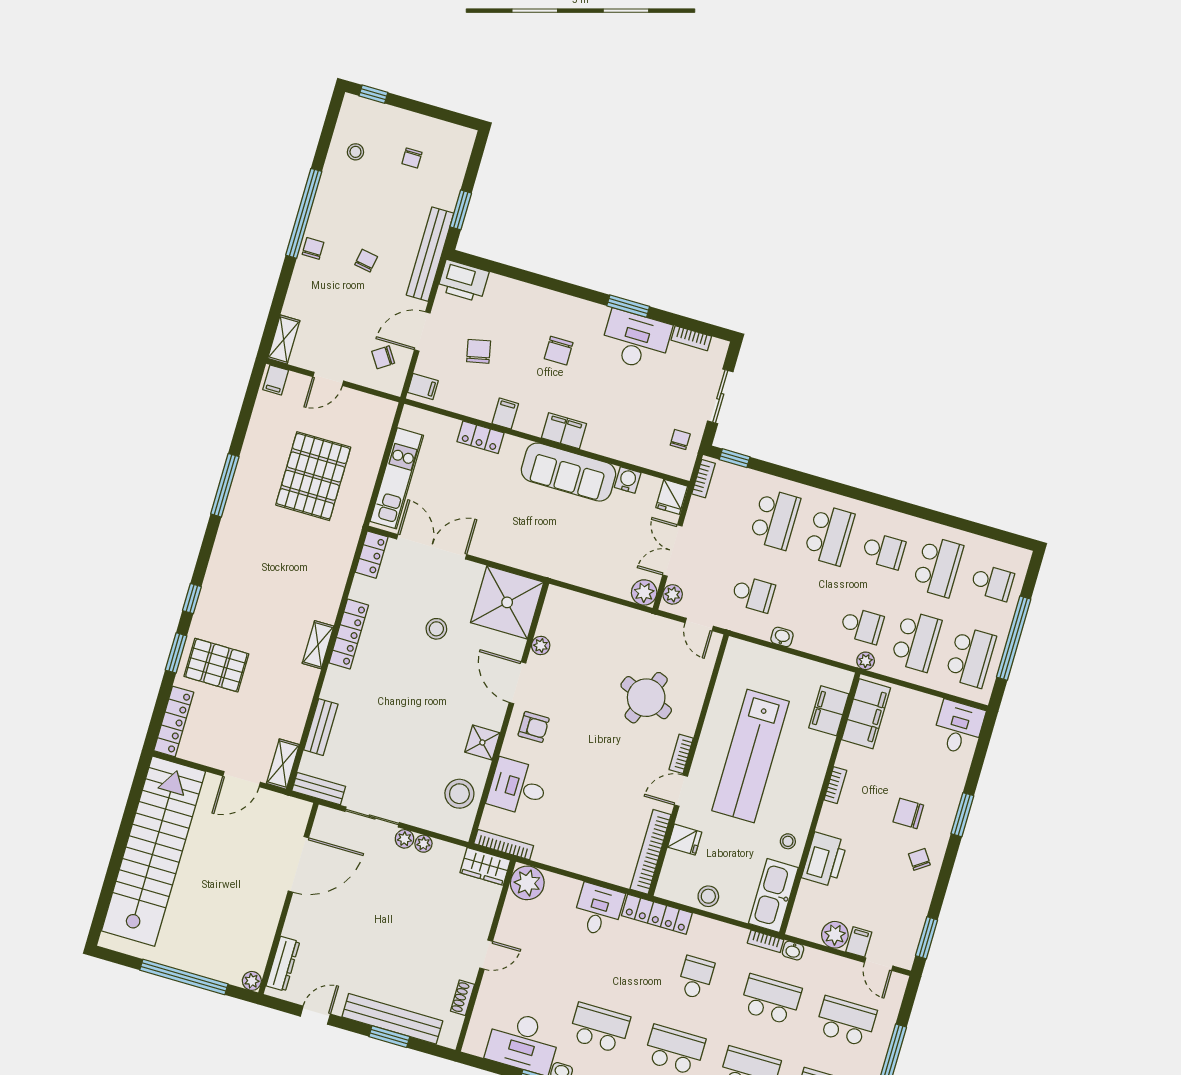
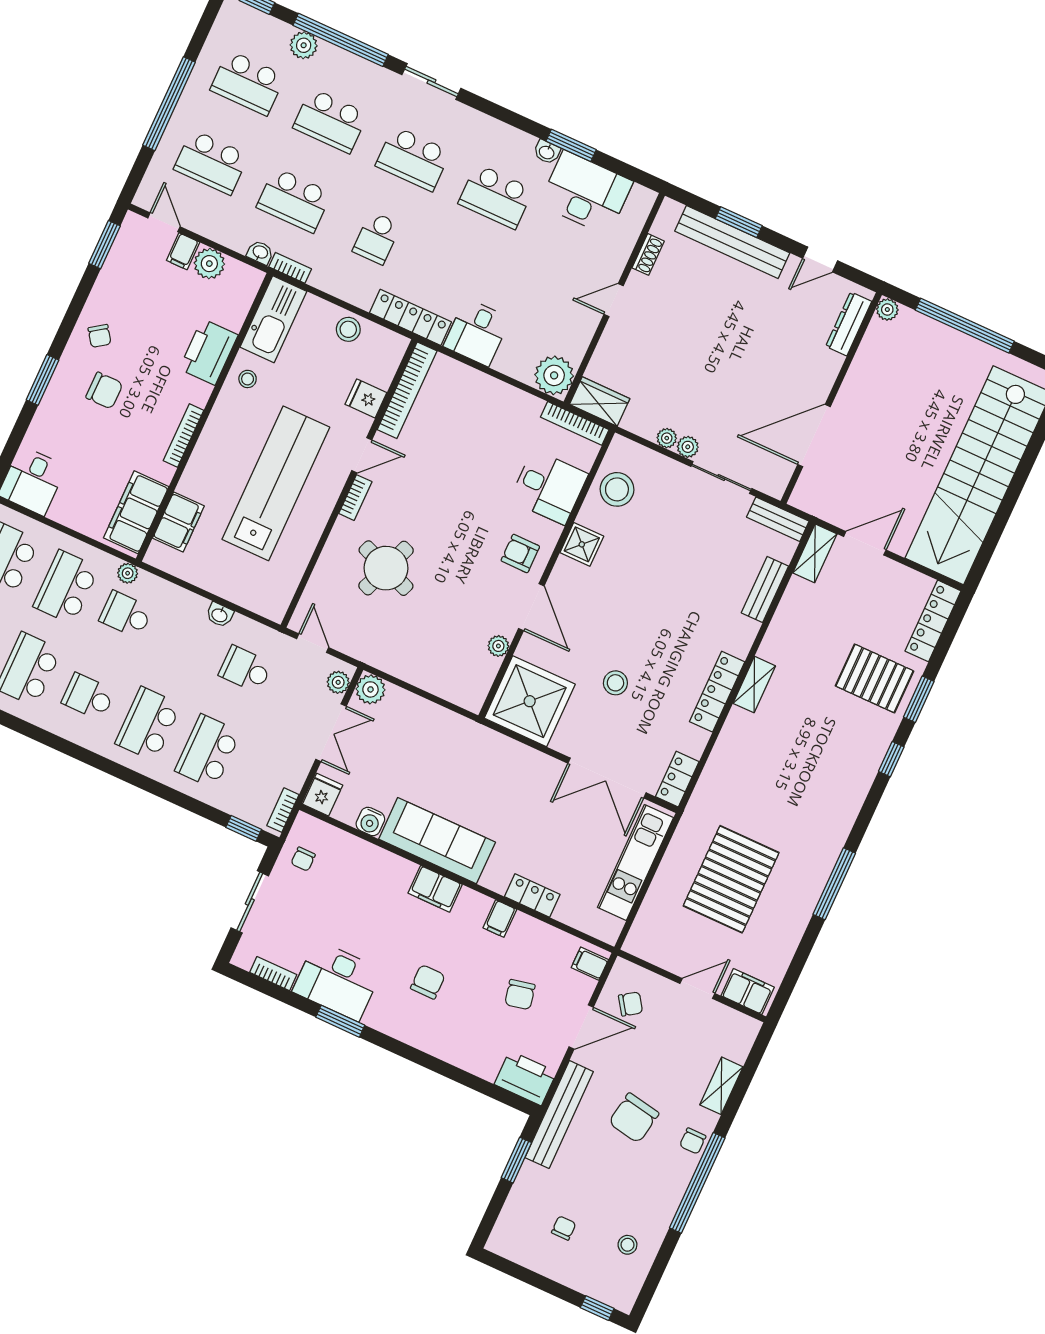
chair: (366, 261) -> (634, 1118), width x1.87, depth x1.87
shelving: (284, 339) -> (721, 1086), moved
filing cabinet: (276, 380) -> (748, 991), width x2.00
bookcase: (835, 785) -> (184, 435), width x1.56

